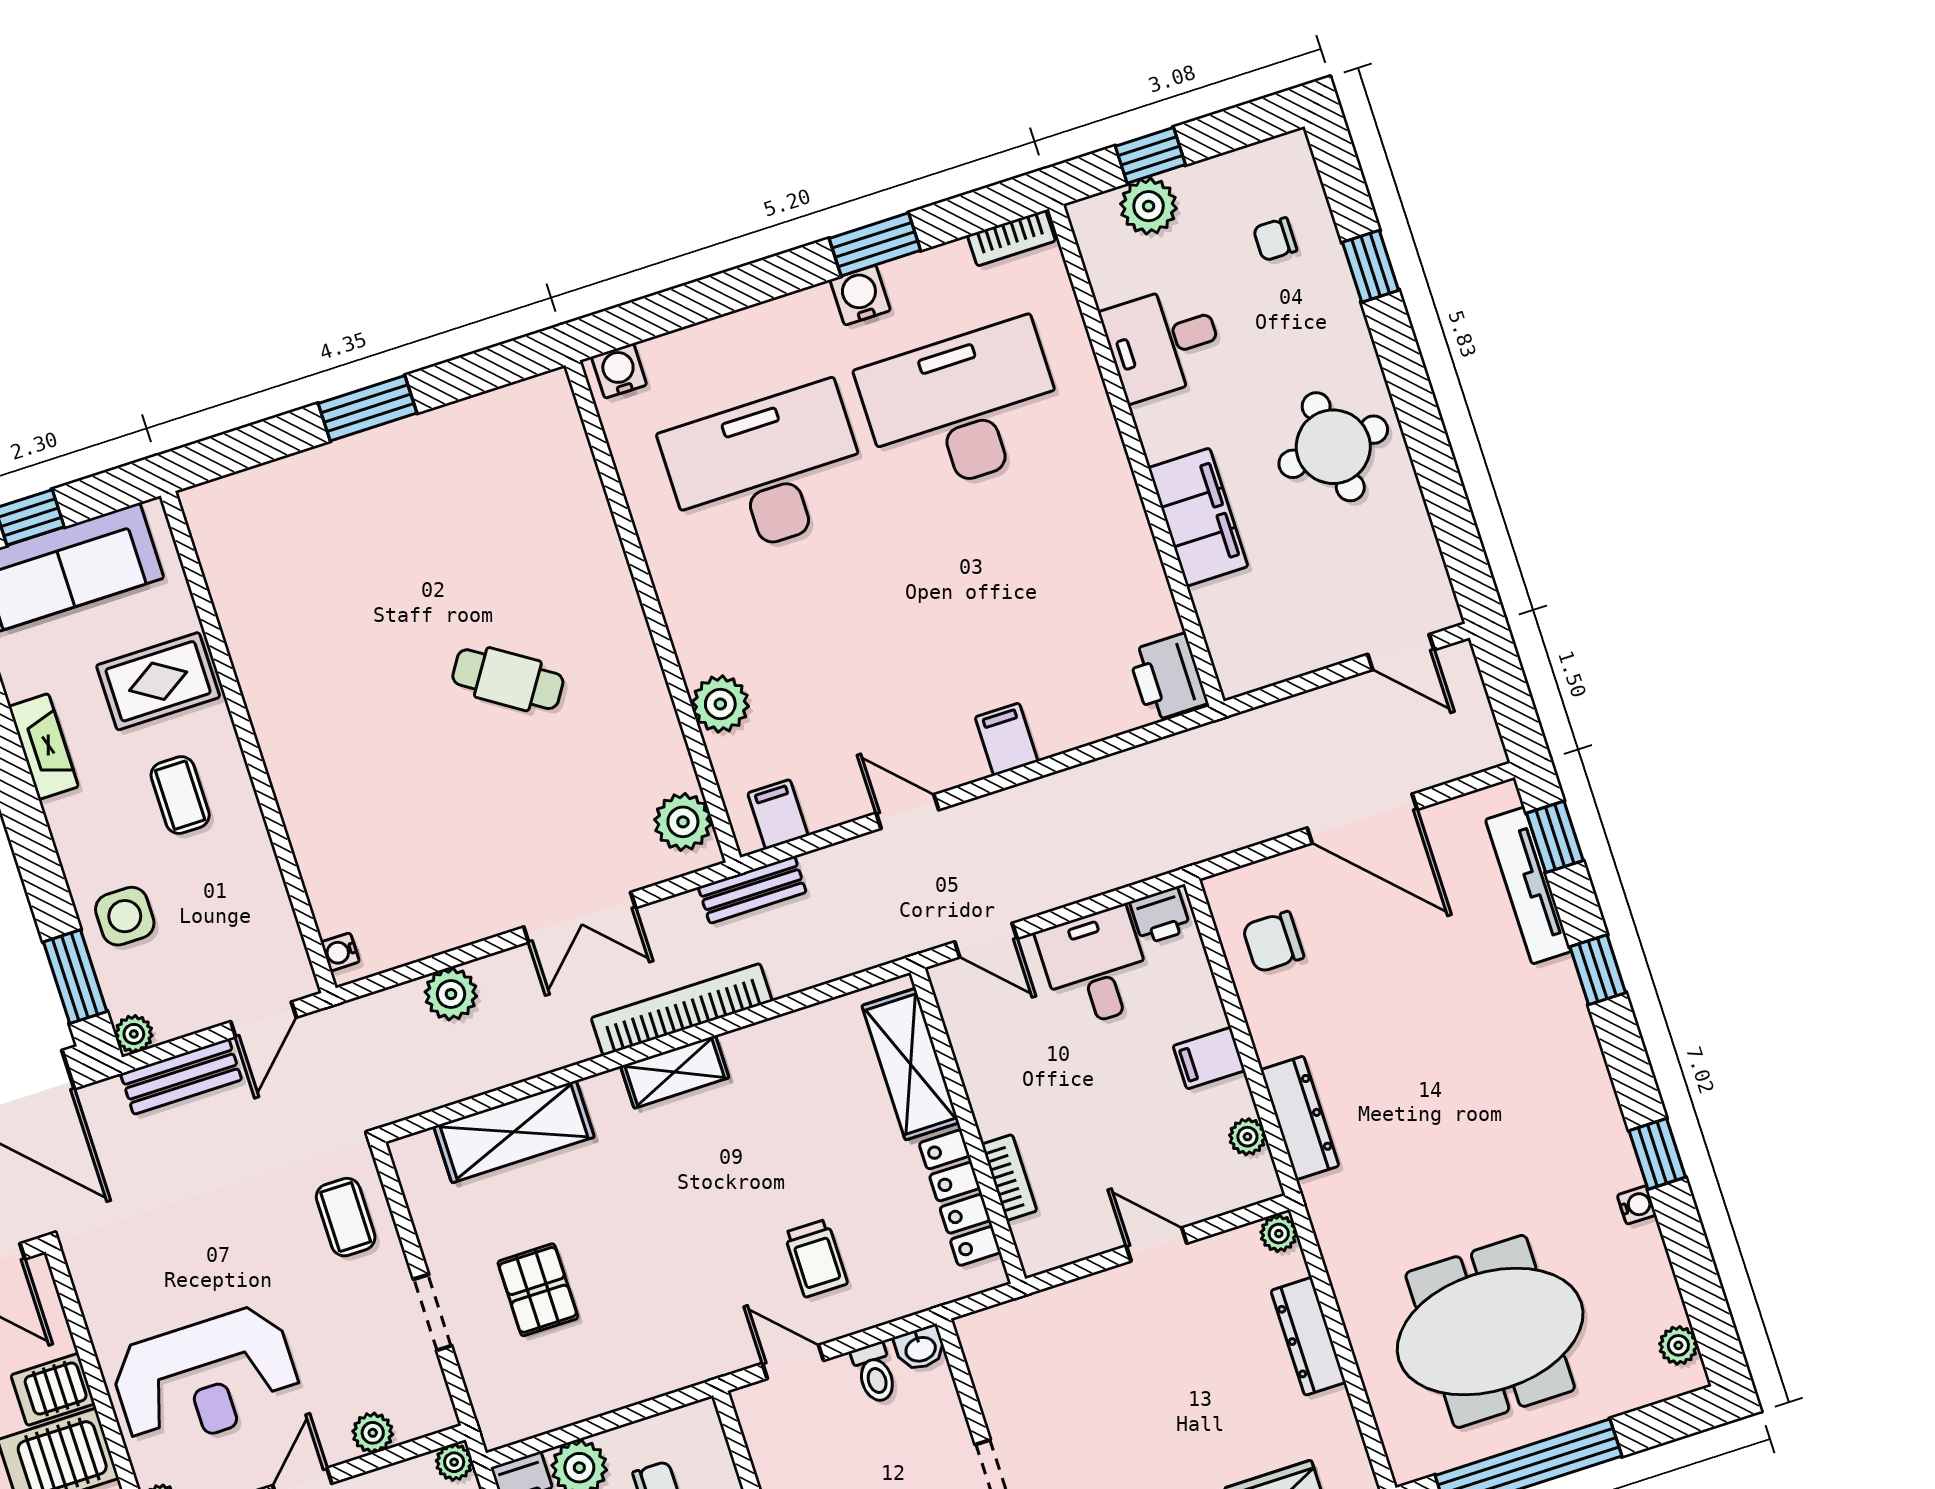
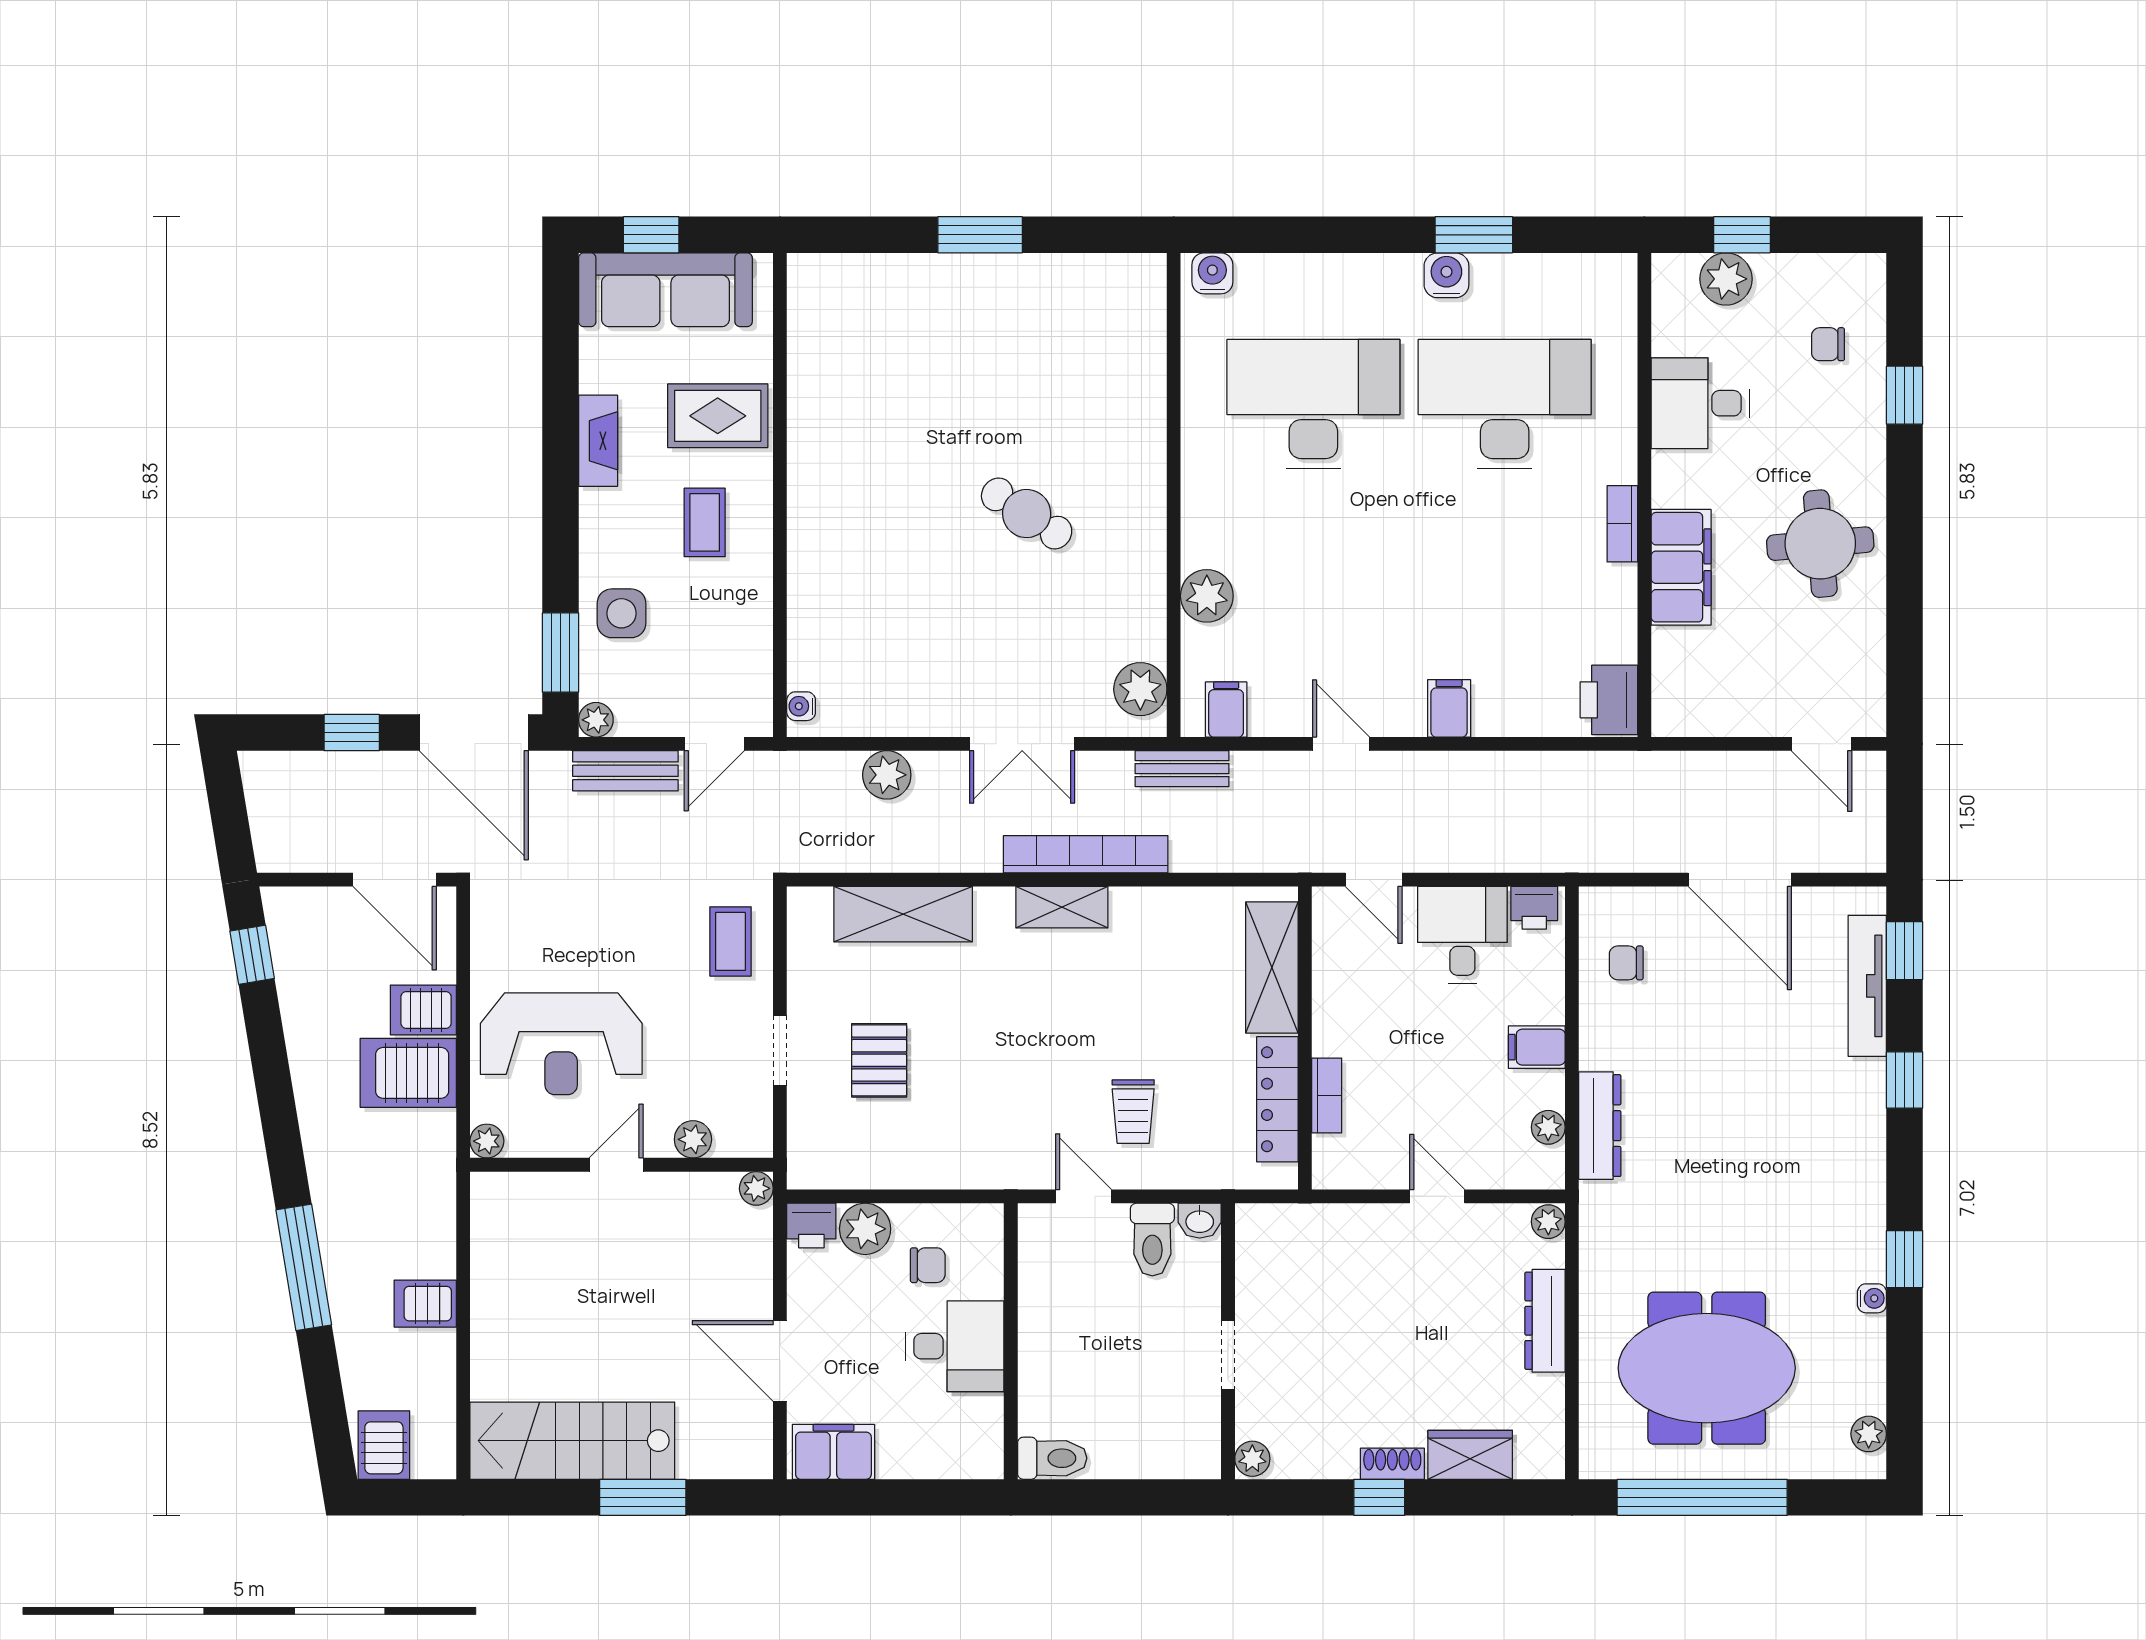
bookcase: (1011, 238) -> (1622, 524), moved, turned 90
chair: (1273, 942) -> (1626, 963), width x0.73, depth x0.73
toilet: (875, 1373) -> (1152, 1240), width x1.37, depth x1.39

